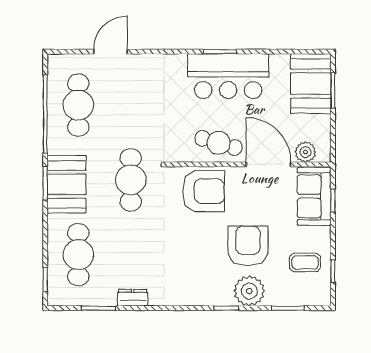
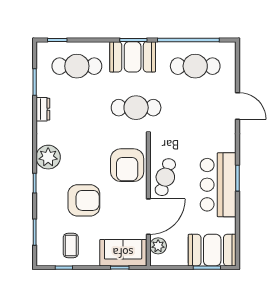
door: (111, 52) -> (238, 106), moved
plant: (249, 291) -> (48, 157), moved

